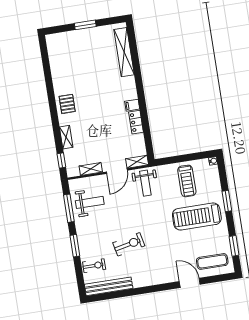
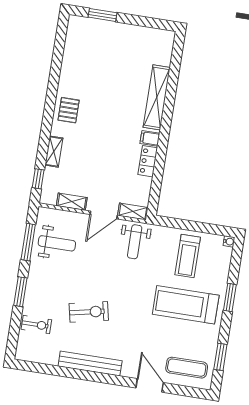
window: (85, 25) -> (103, 15), moved
shelving: (124, 52) -> (157, 97), moved
bench: (109, 286) -> (90, 364), moved

